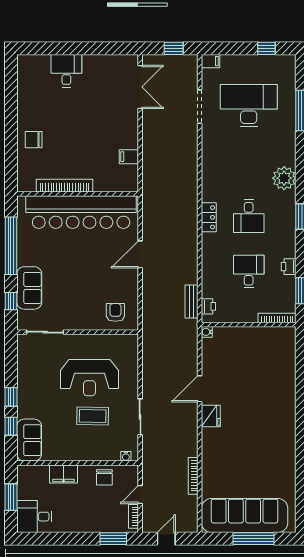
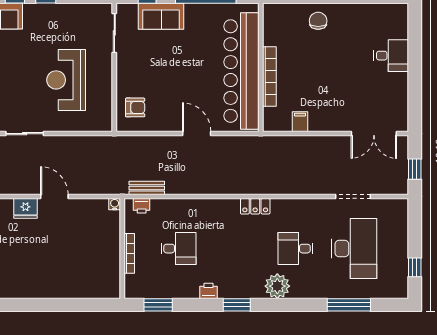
filing cabinet: (210, 61) -> (401, 208), removed
bookcase: (65, 186) -> (269, 77), moved
desk: (249, 216) -> (296, 249), moved
locker: (209, 217) -> (255, 206), moved
printer: (289, 267) -> (209, 291), moved
bookcase: (277, 318) -> (129, 253), moved
coffee table: (93, 416) -> (25, 83), removed

